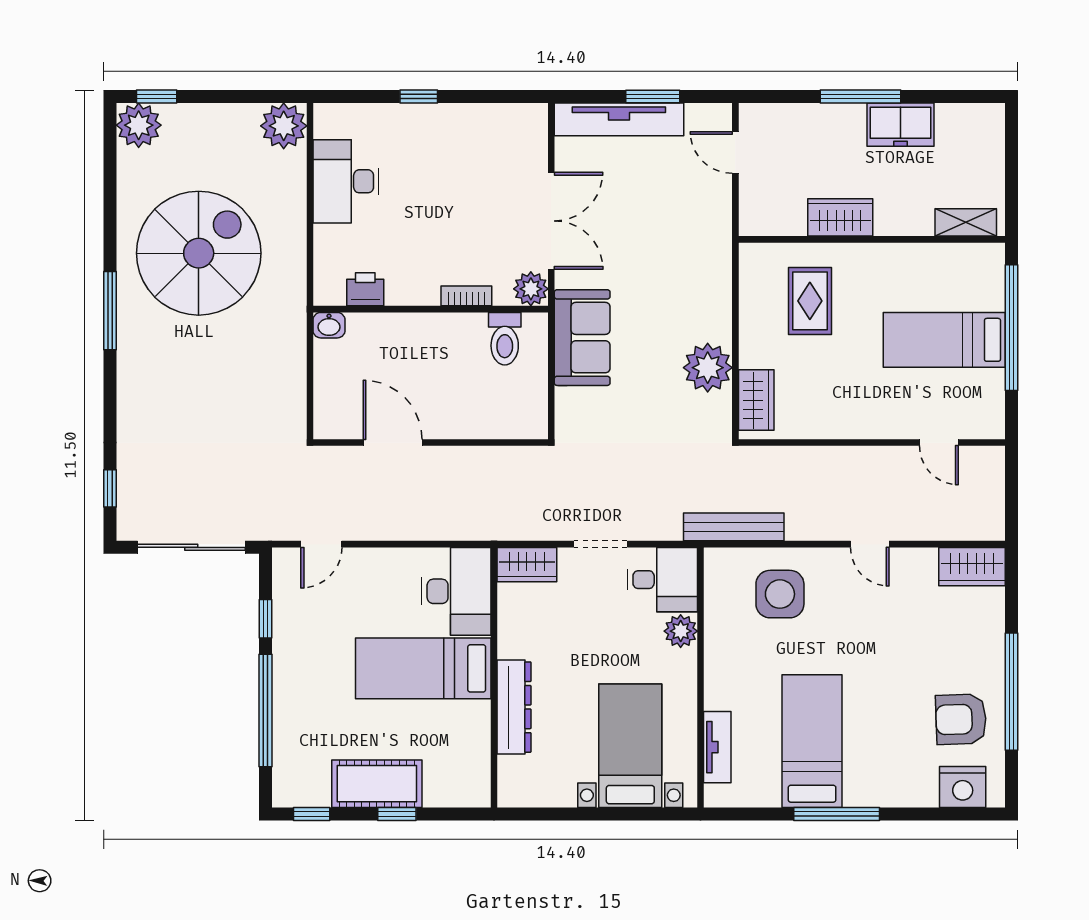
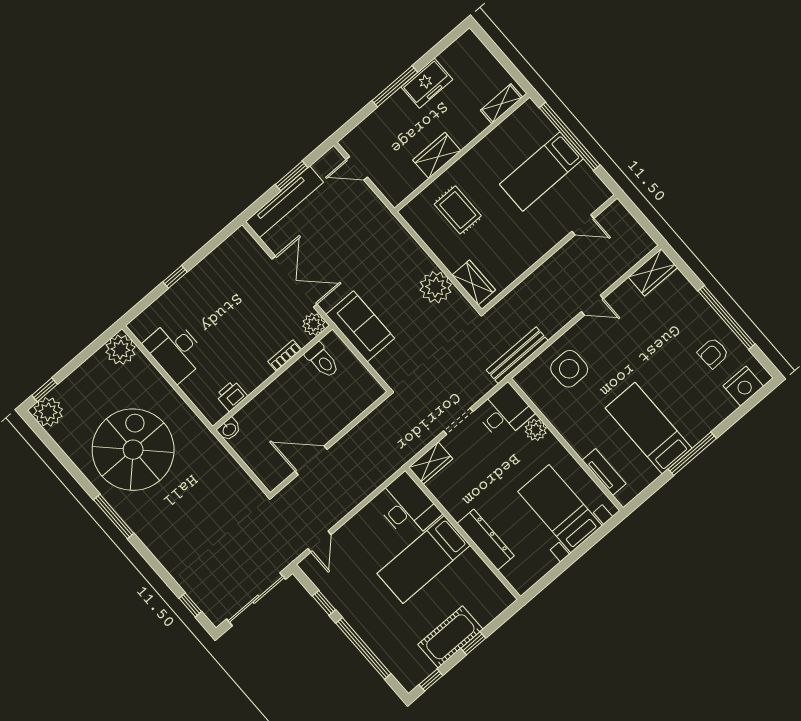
armchair: (961, 719) -> (713, 353), width x0.72, depth x0.72

